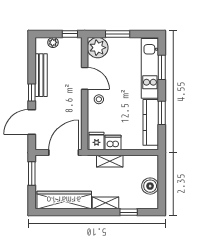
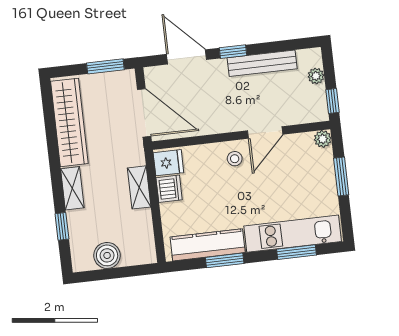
plant: (98, 48) -> (323, 139), width x0.53, depth x0.53

